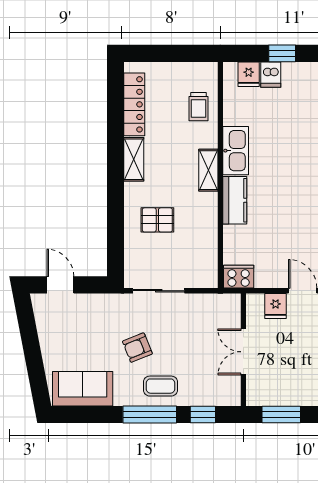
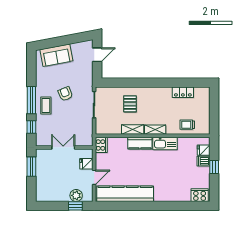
locker: (134, 104) -> (183, 92), width x0.66
shelving: (134, 159) -> (133, 130), moved
sofa: (83, 389) -> (56, 55), moved, turned 79

